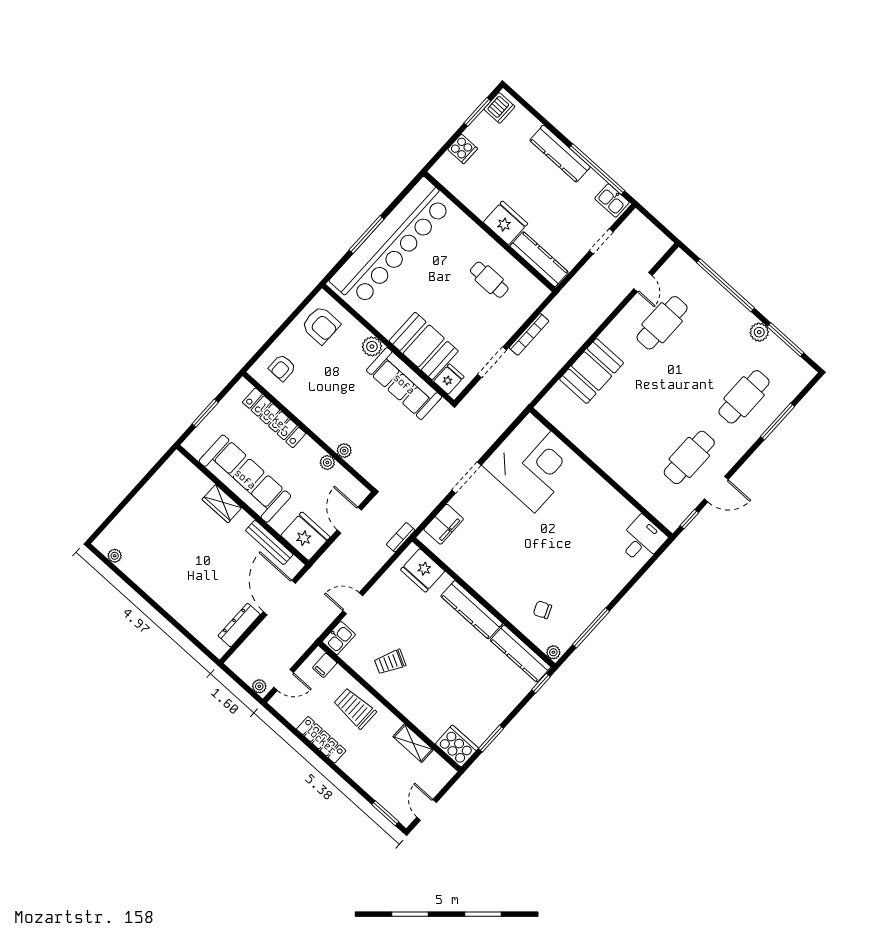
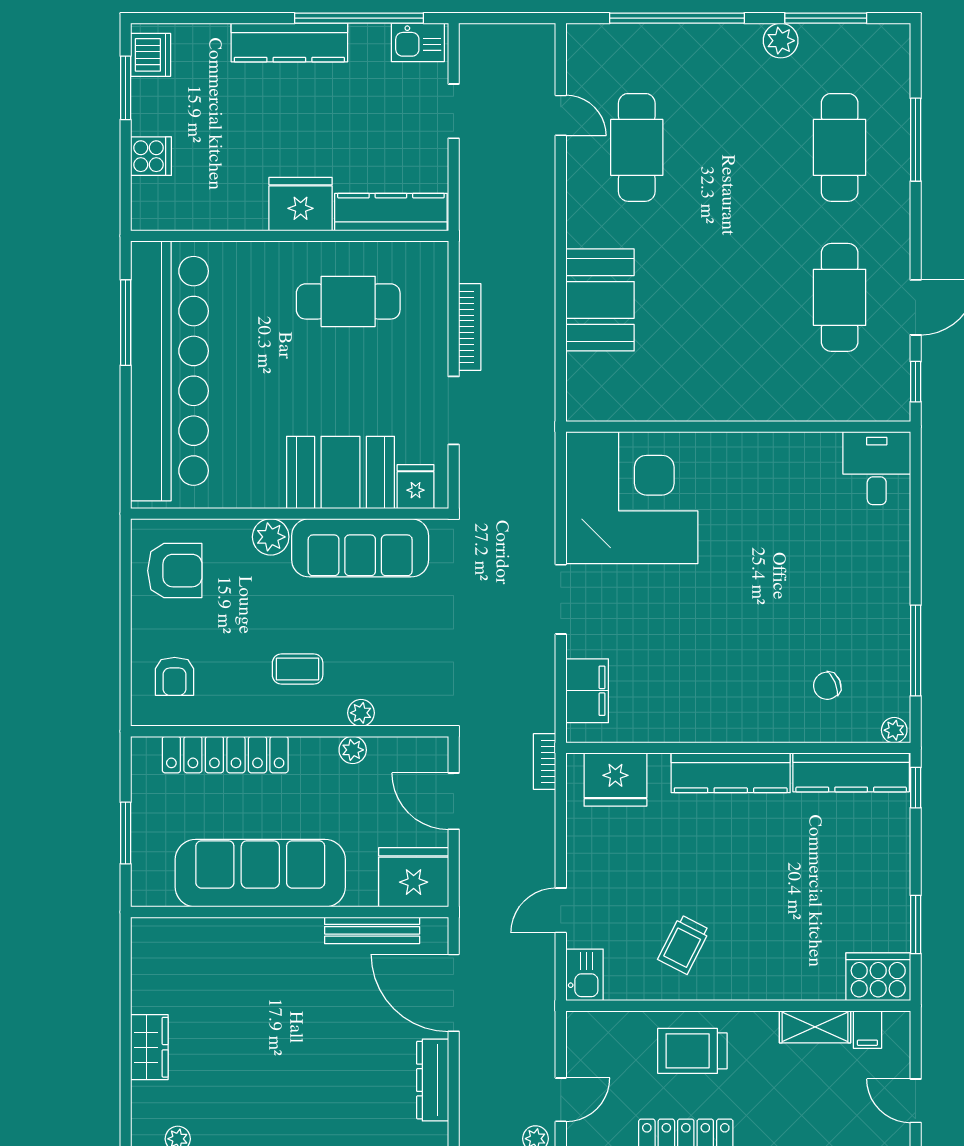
window: (367, 235) -> (126, 323), moved
cafe table: (489, 280) -> (348, 301), width x1.37, depth x1.35
coffee table: (335, 410) -> (298, 669), added
wardrobe: (222, 504) -> (149, 1047), moved, turned -90
filing cabinet: (325, 665) -> (867, 1030), moved

